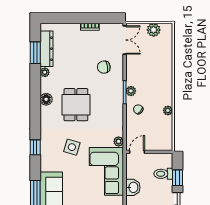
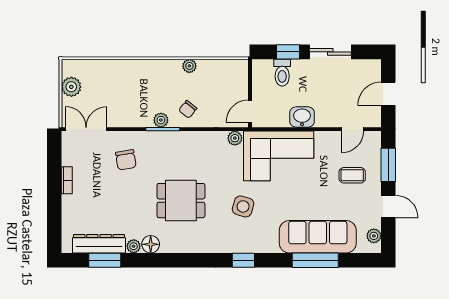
floor lamp: (46, 99) -> (151, 244), moved
door: (137, 152) -> (250, 111), hinge flipped

